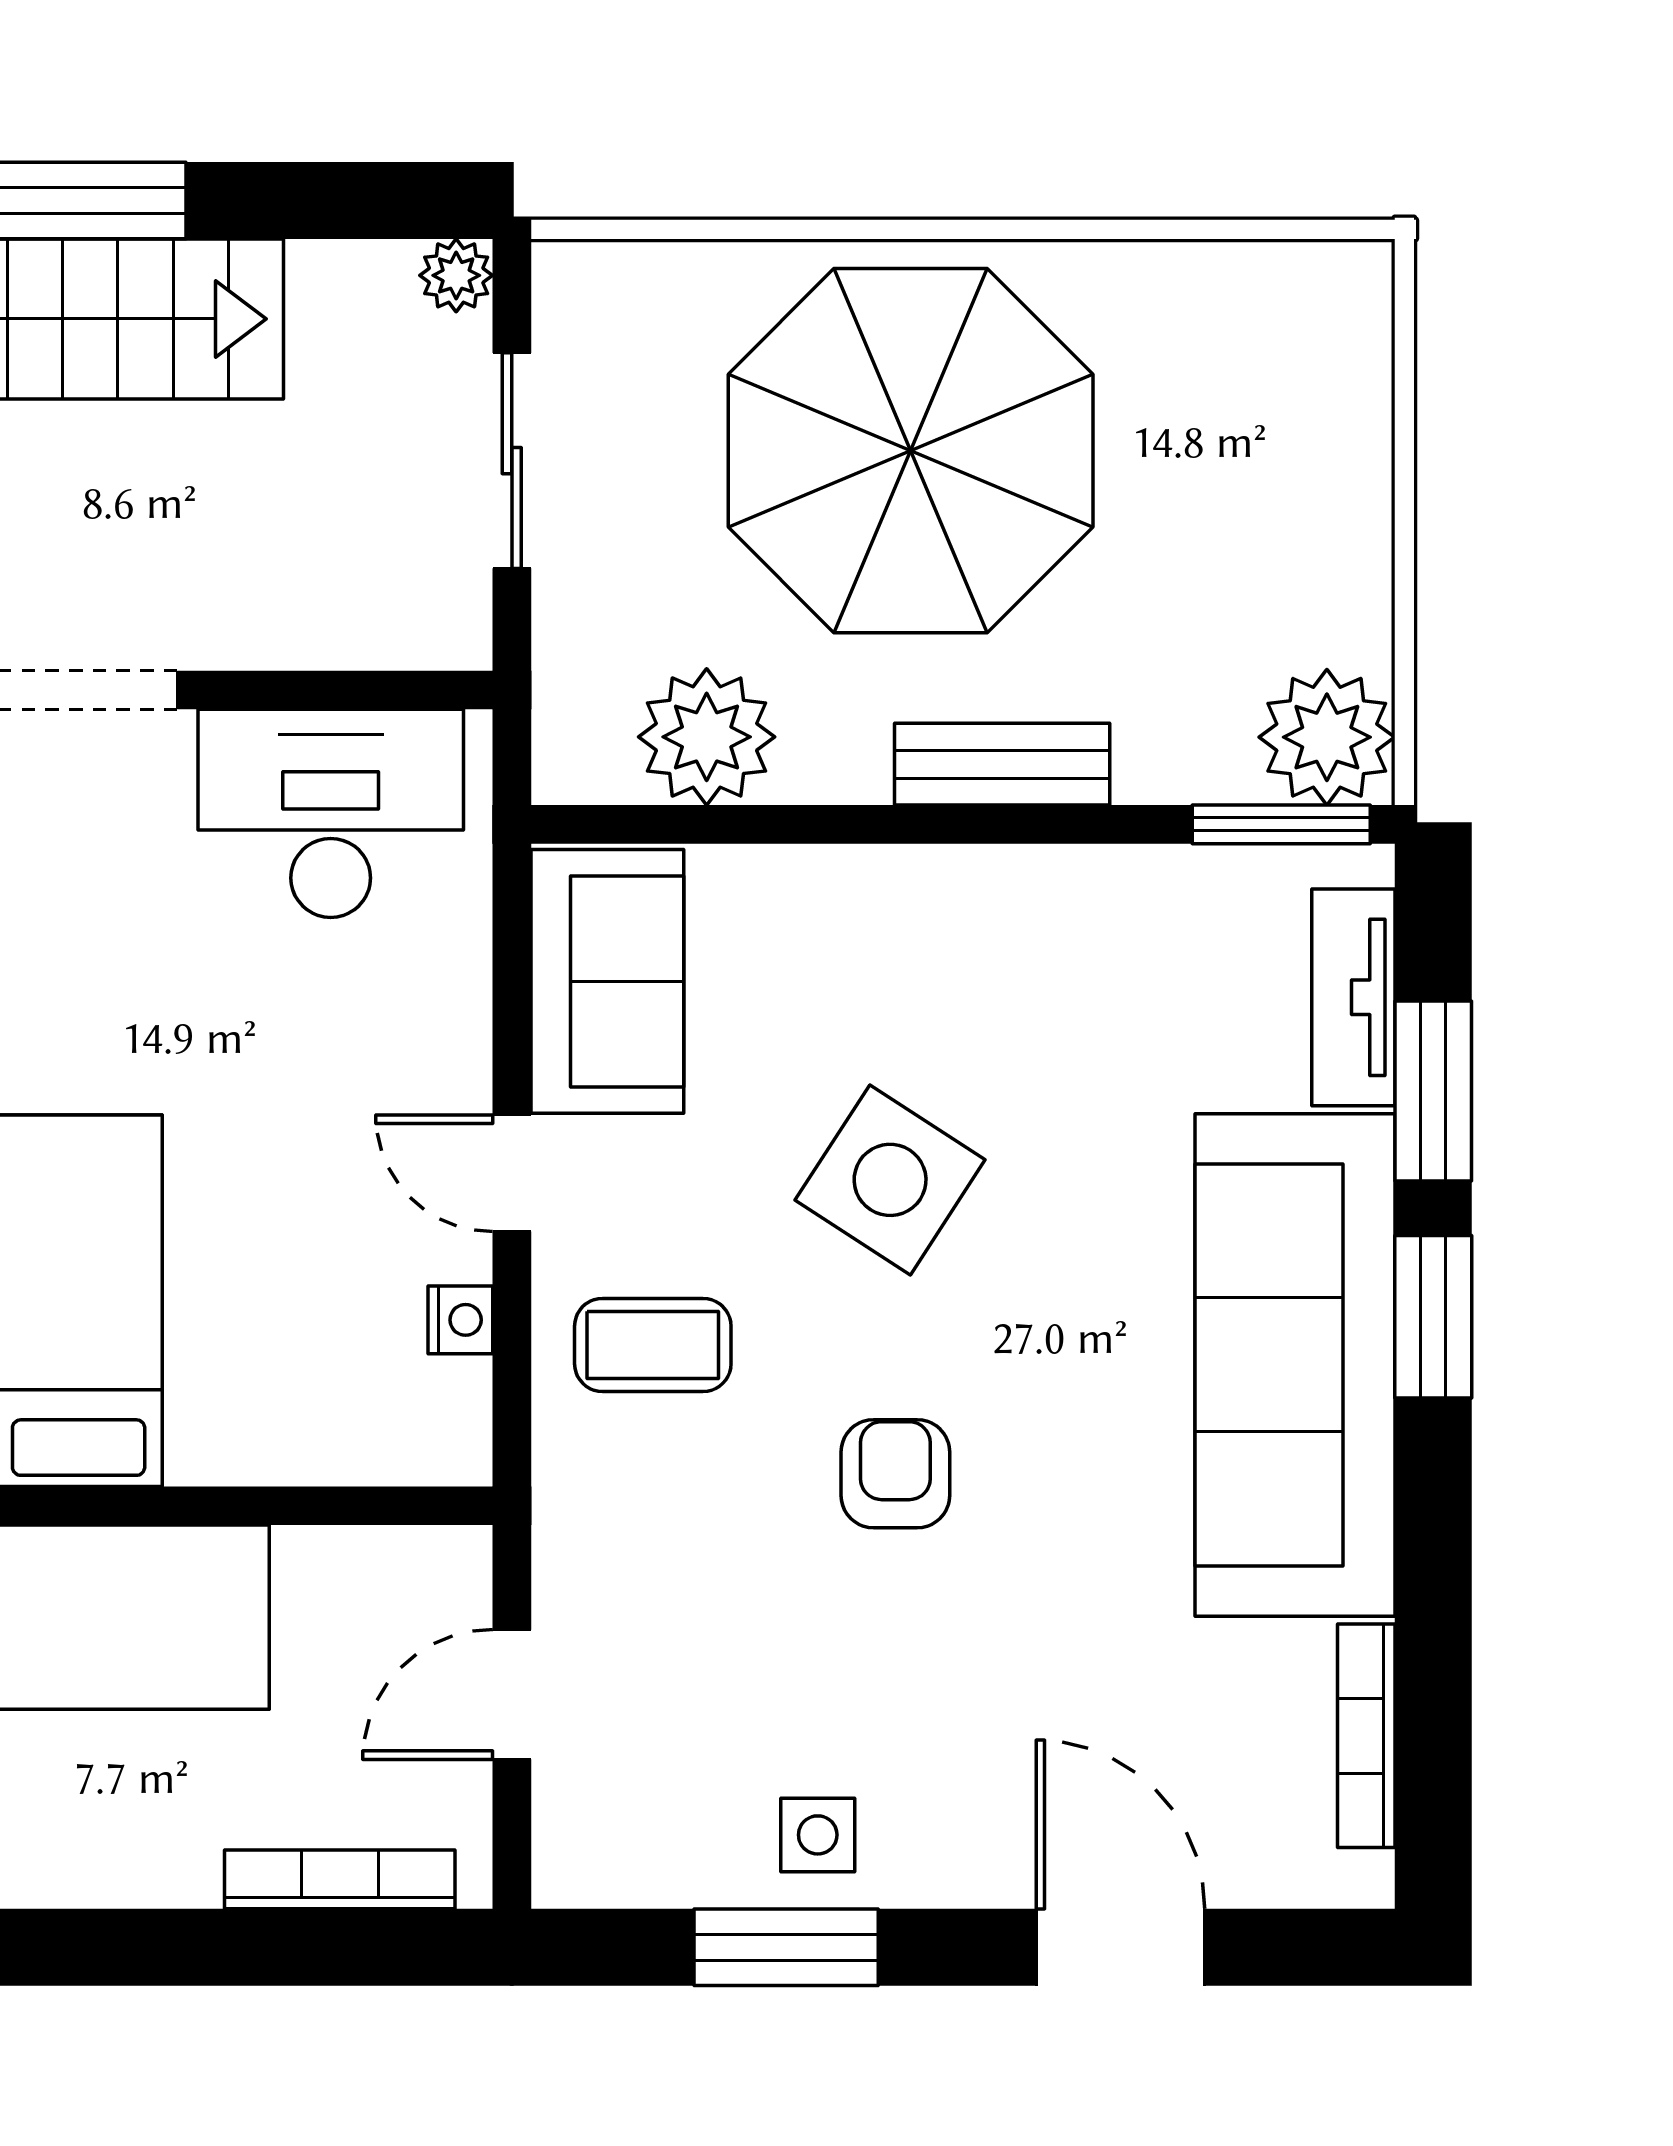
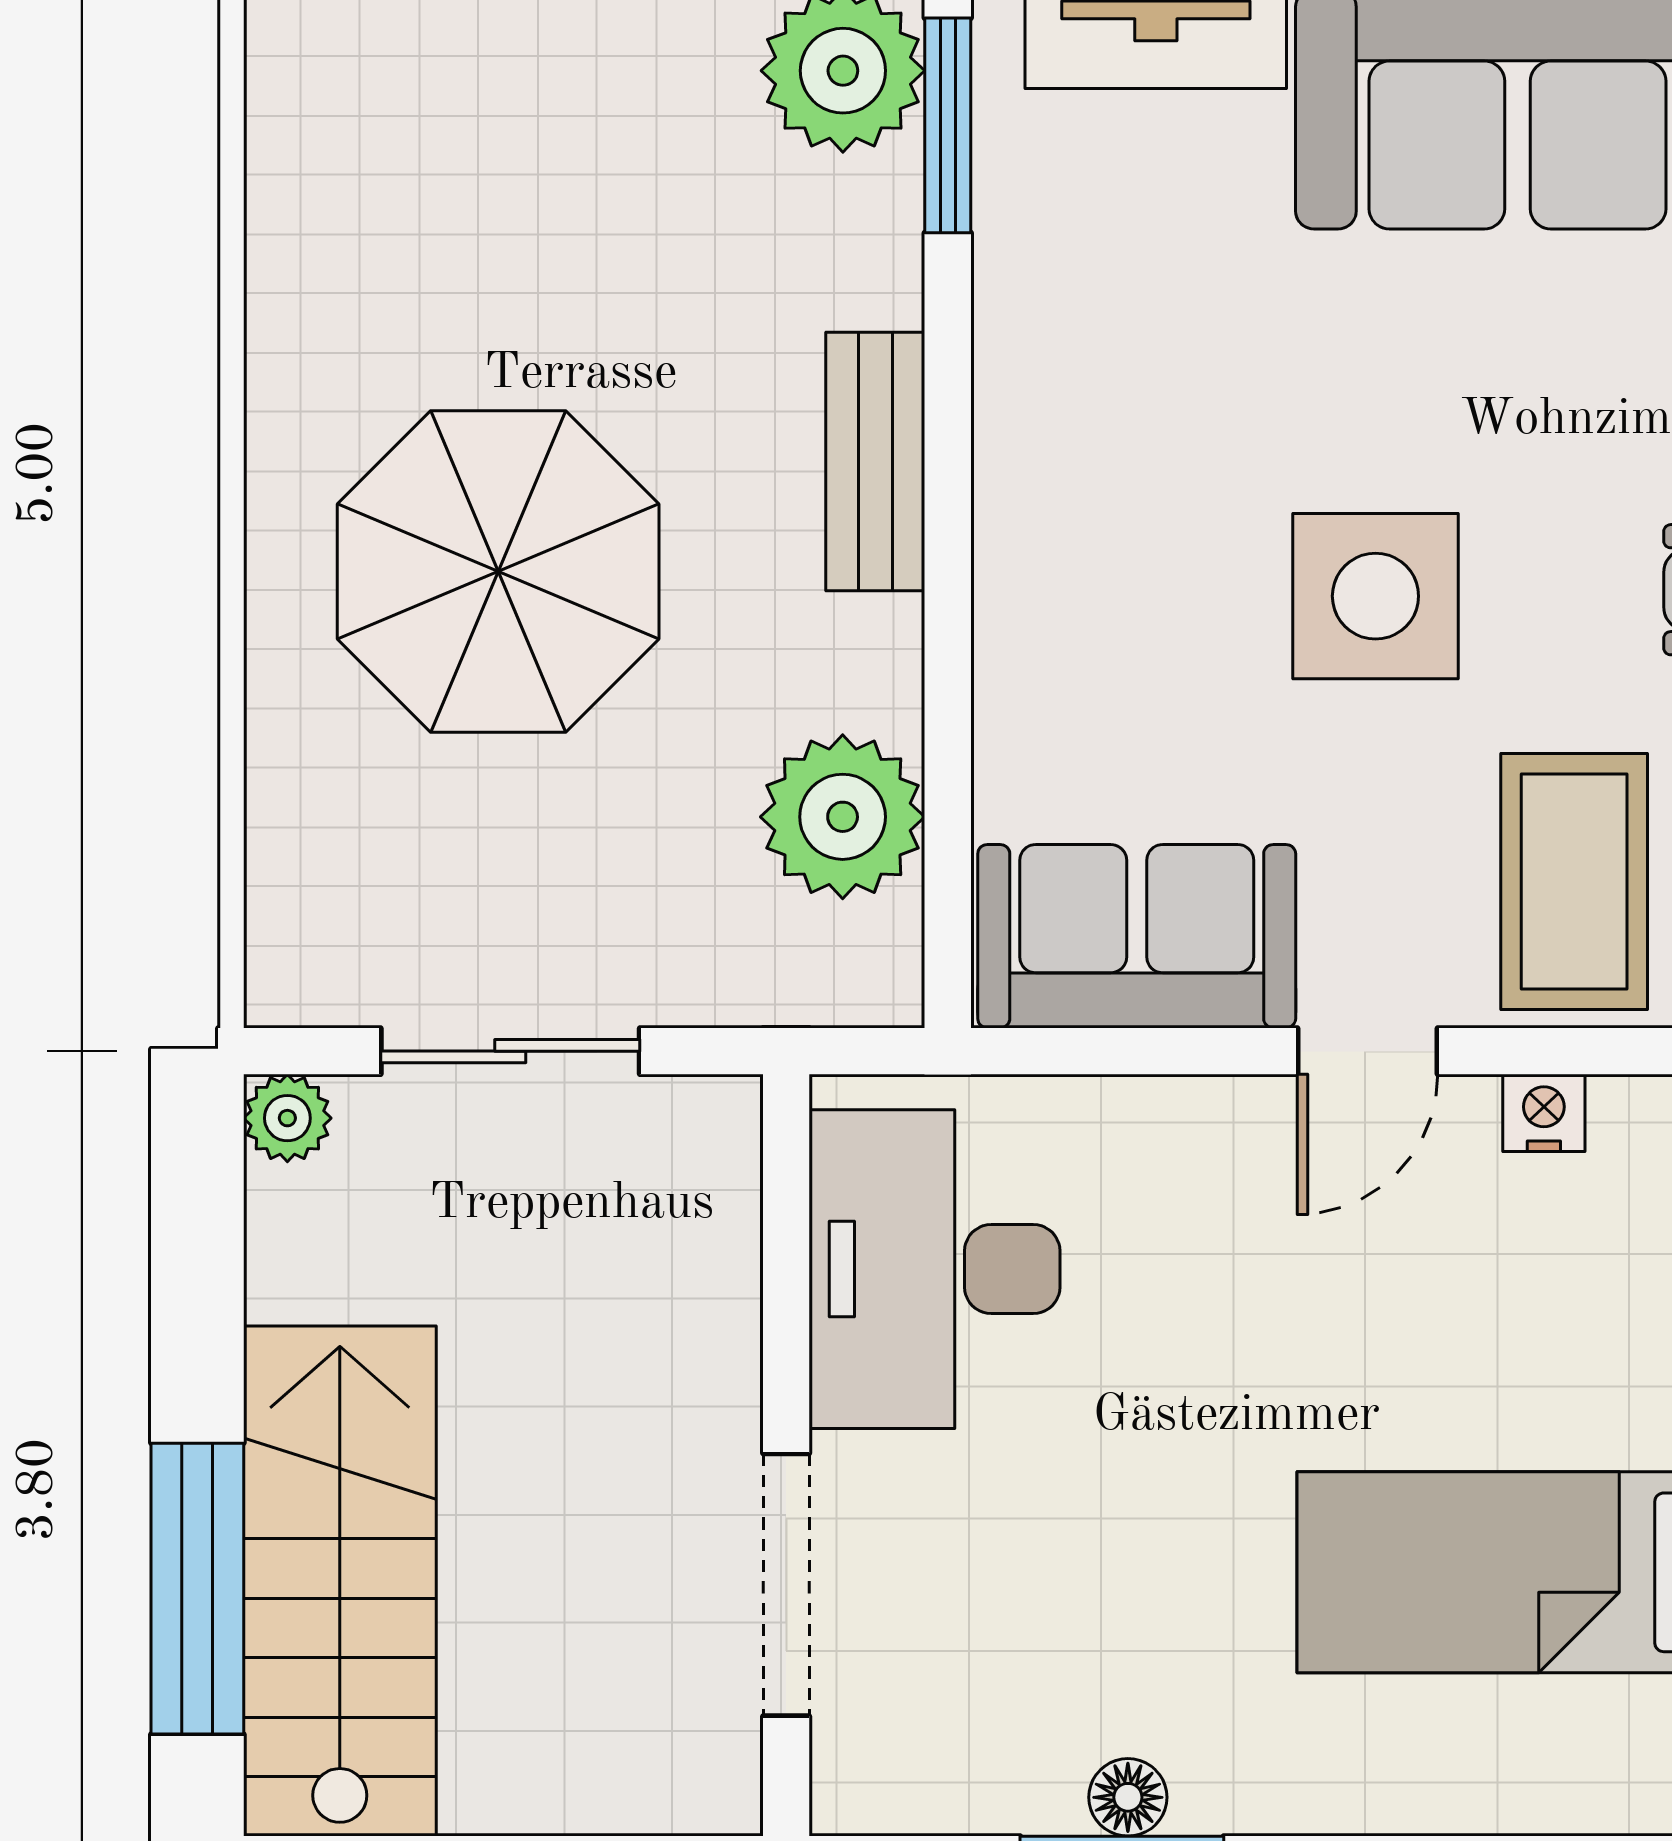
parasol: (911, 451) -> (498, 572), width x0.73, depth x0.73
side table: (890, 1180) -> (1375, 596), turned -33
coffee table: (653, 1345) -> (1574, 882), width x1.36, depth x1.30

